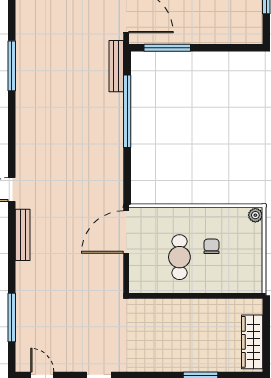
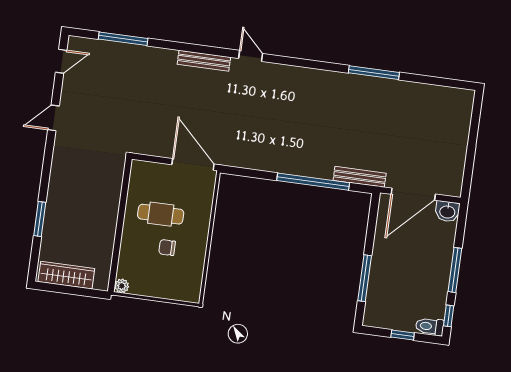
window: (167, 48) -> (365, 278), moved
plant: (255, 215) -> (122, 286), moved
chair: (211, 246) -> (167, 247), turned 180

